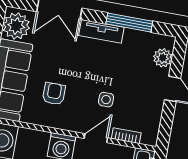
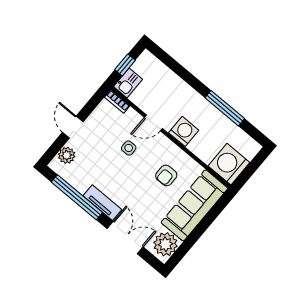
window: (129, 23) -> (77, 197), width x1.46
bookcase: (126, 136) -> (117, 101), moved

